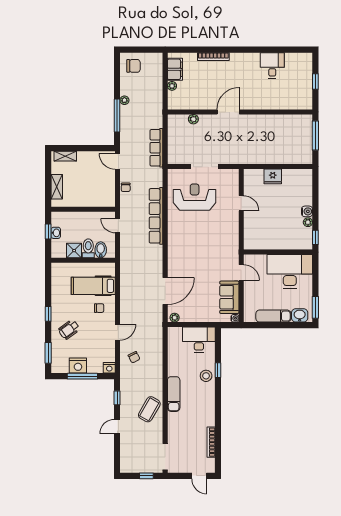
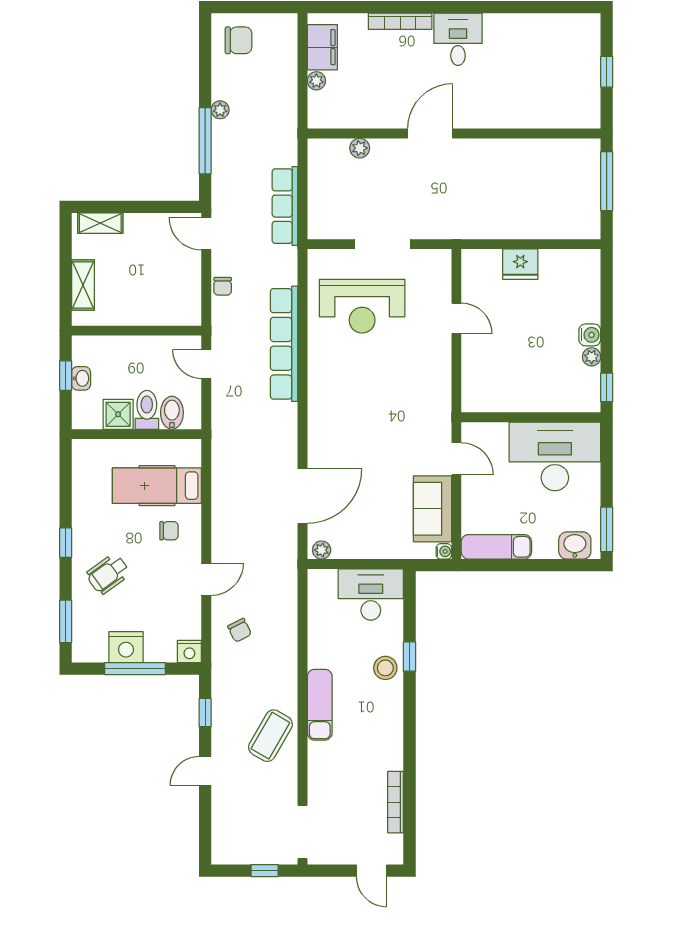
desk: (272, 65) -> (458, 39), moved
reception desk: (195, 197) -> (362, 306), turned 180
exam couch: (273, 316) -> (496, 547), moved

